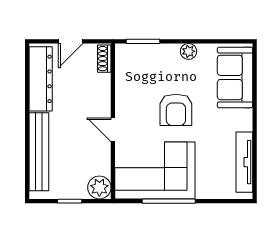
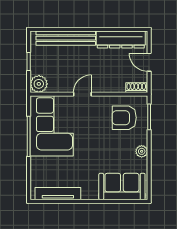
armchair: (176, 110) -> (124, 118), moved

